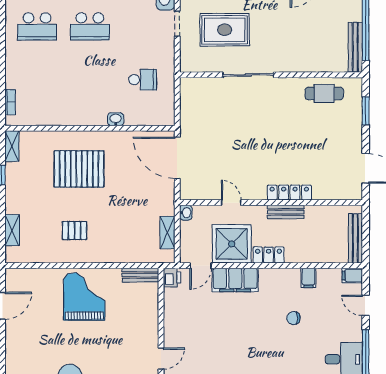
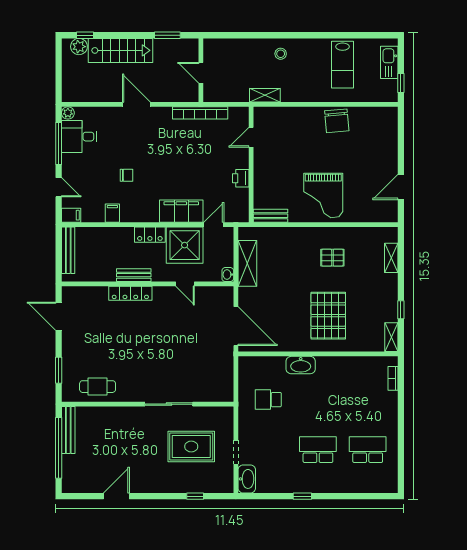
washbasin: (116, 119) -> (301, 365), width x1.91, depth x1.45
pallet: (79, 169) -> (328, 316), turned 90
shelving: (167, 233) -> (247, 263), width x1.50, depth x1.33
printer: (172, 277) -> (241, 178), moved

